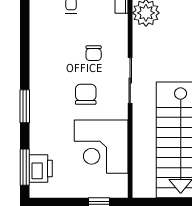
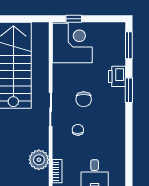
corner desk: (101, 147) -> (72, 43), moved
printer: (41, 169) -> (117, 76), moved

